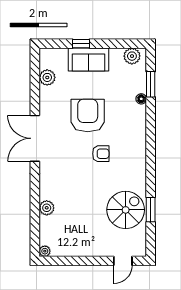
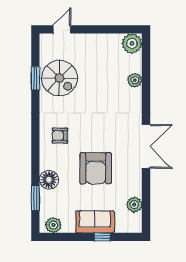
floor lamp: (141, 99) -> (49, 180), width x1.89, depth x1.89
armchair: (101, 154) -> (60, 136), moved
spiral stairs: (126, 210) -> (59, 78), turned -90
plant: (45, 251) -> (132, 43), width x1.88, depth x1.88

